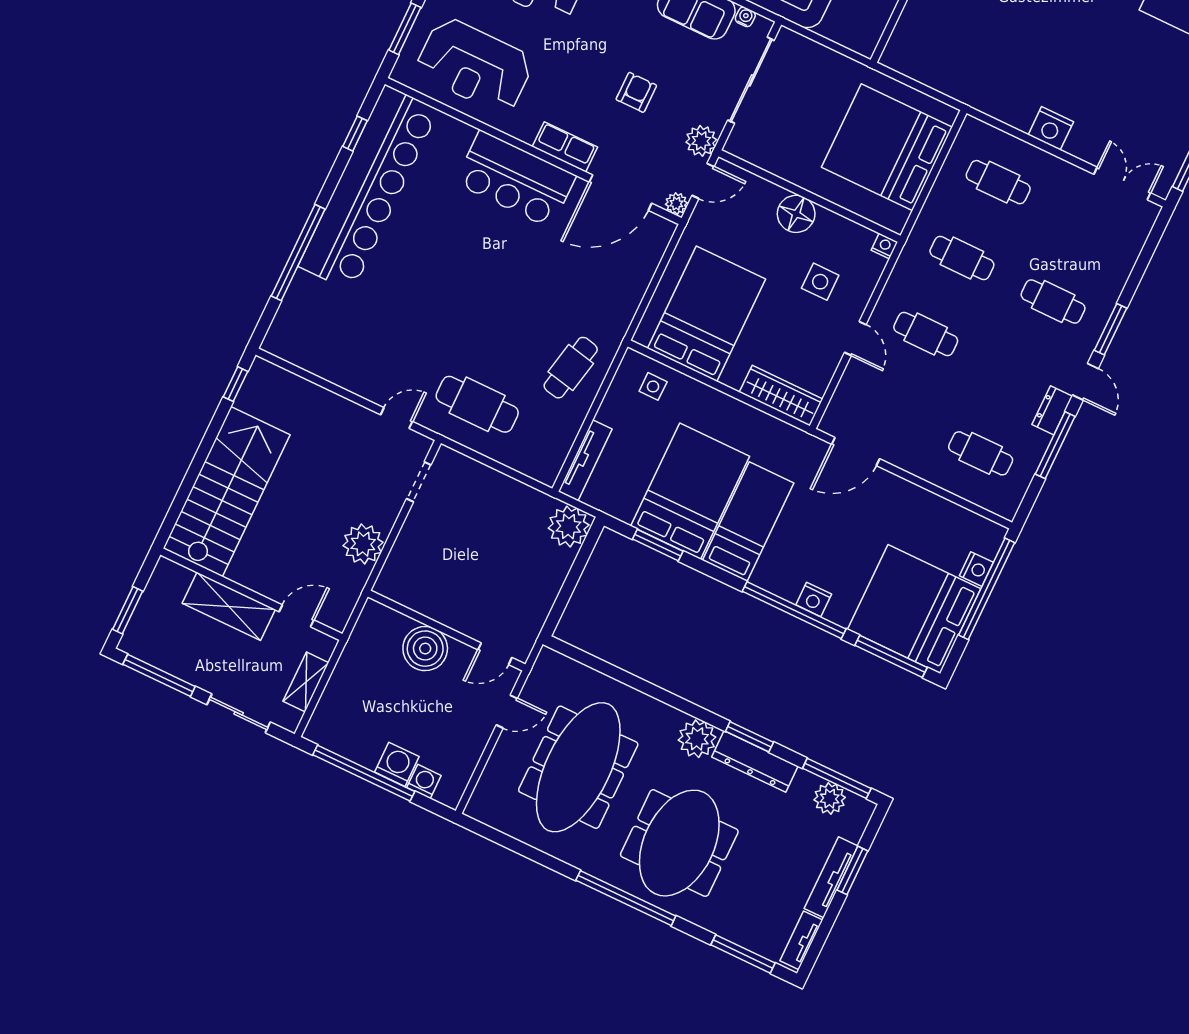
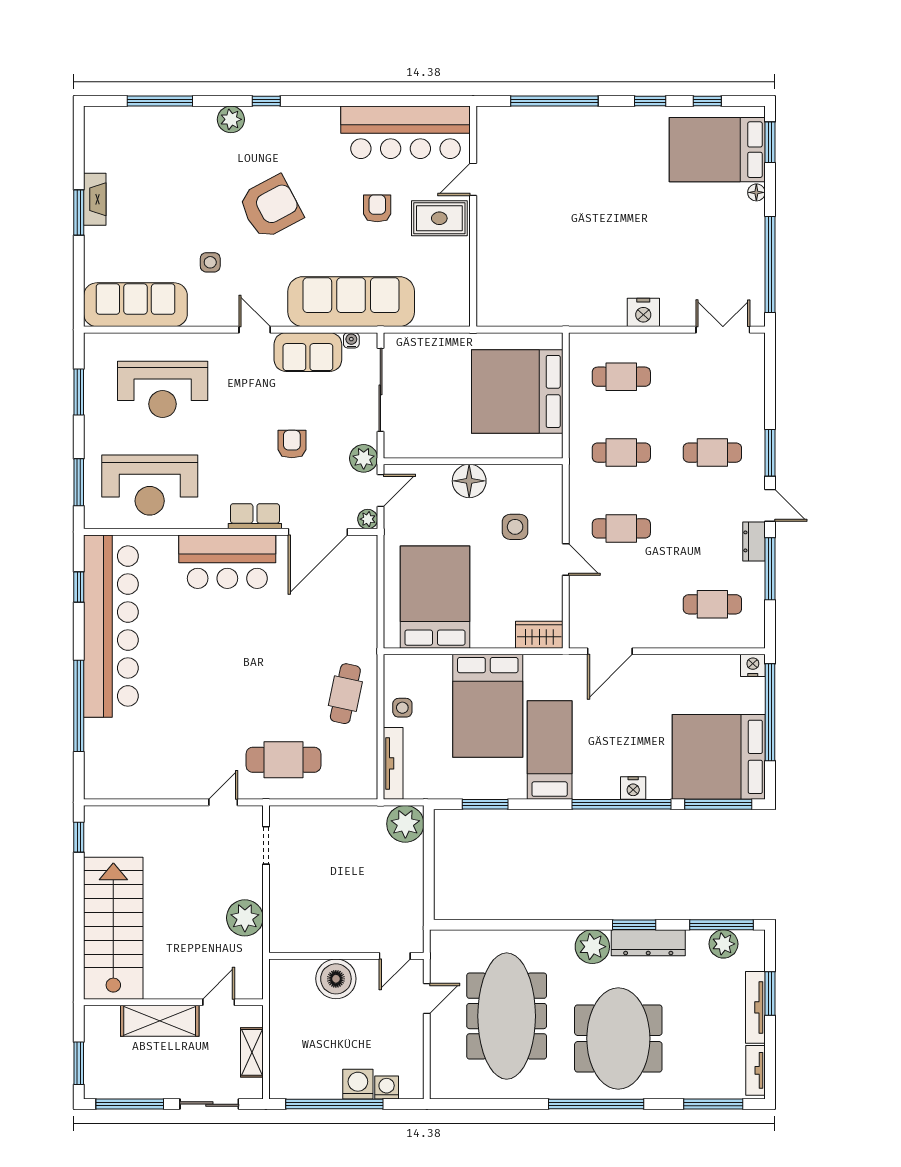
nightstand: (884, 246) -> (554, 473), removed
side table: (653, 386) -> (402, 708), moved
wardrobe: (781, 396) -> (539, 635), width x0.67
bed: (690, 491) -> (488, 706), moved, turned 180
nightstand: (976, 569) -> (753, 665), moved, turned -90

